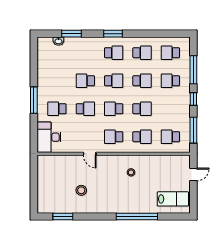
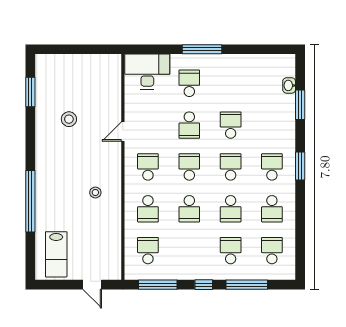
school desk: (114, 53) -> (272, 167), turned 180
school desk: (114, 81) -> (231, 167), turned 180

